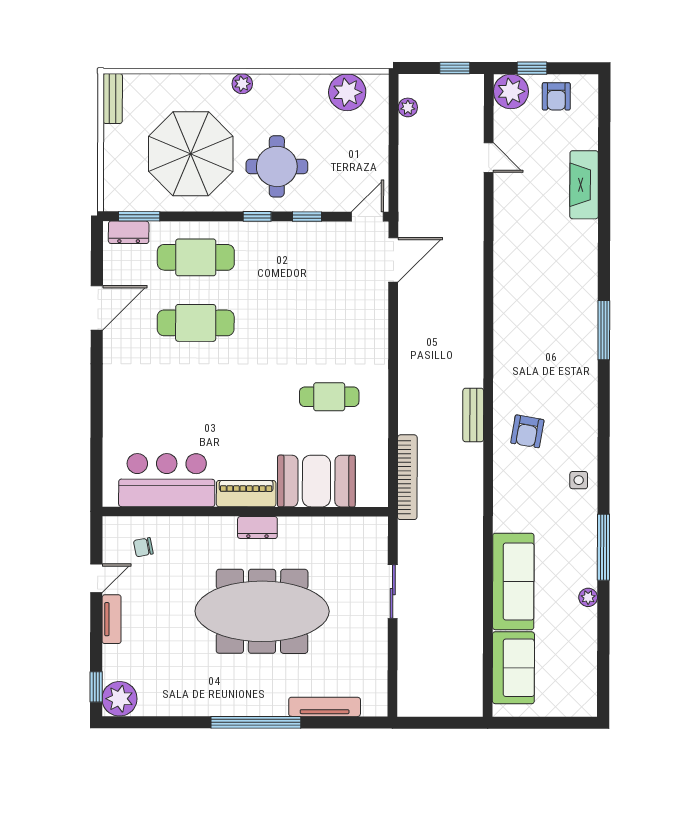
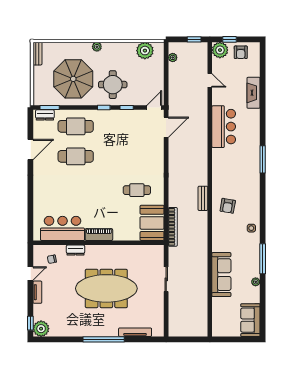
bar counter: (519, 258) -> (224, 127), added
booth: (316, 481) -> (152, 223), moved, turned 90
dresser: (257, 528) -> (76, 250), moved
sofa: (513, 668) -> (250, 320), moved, turned 180

